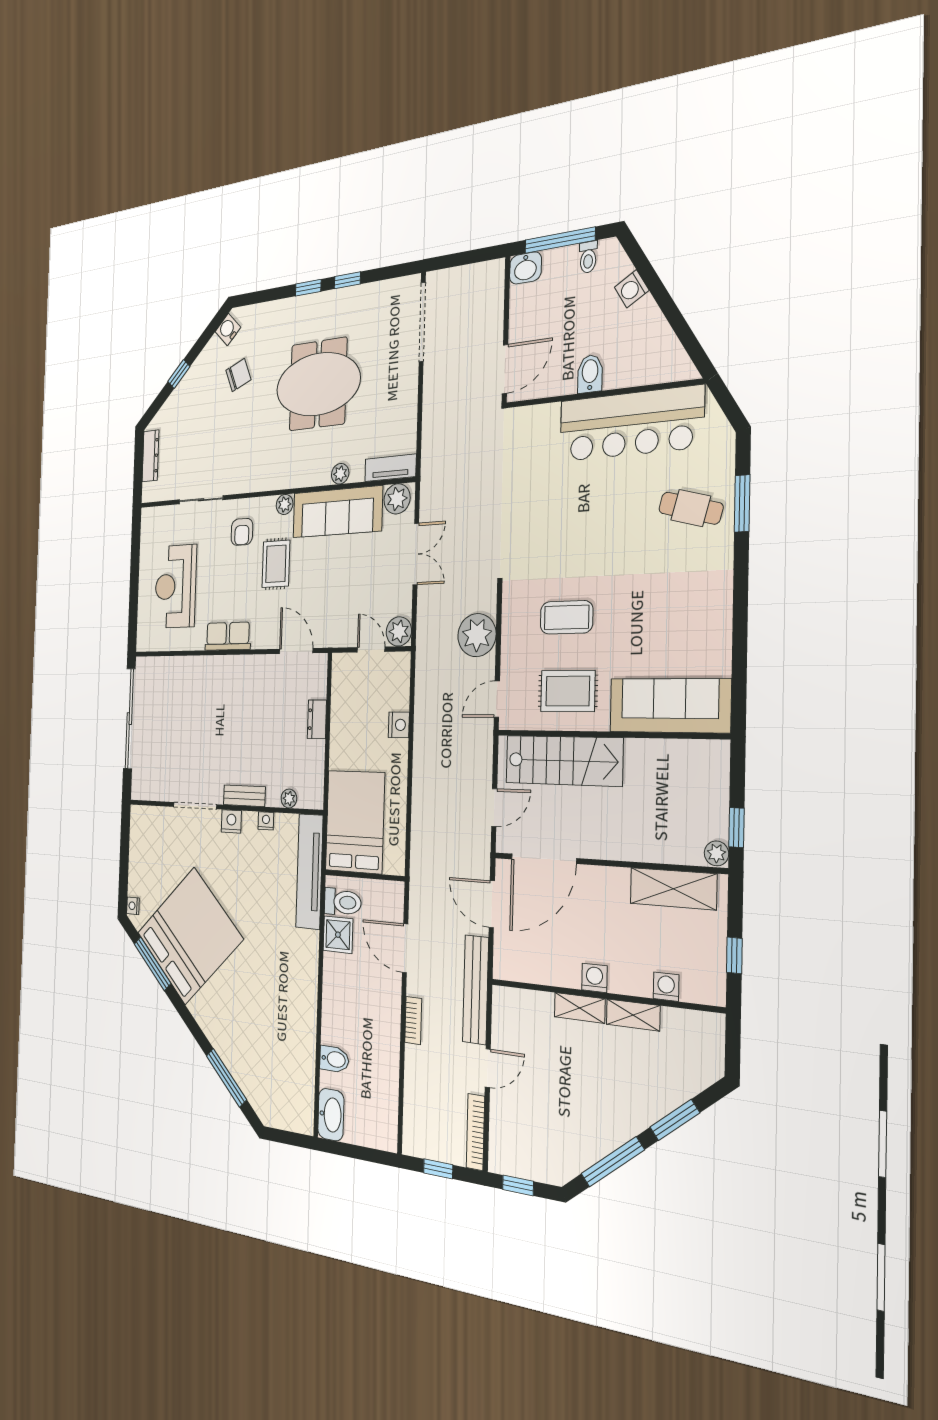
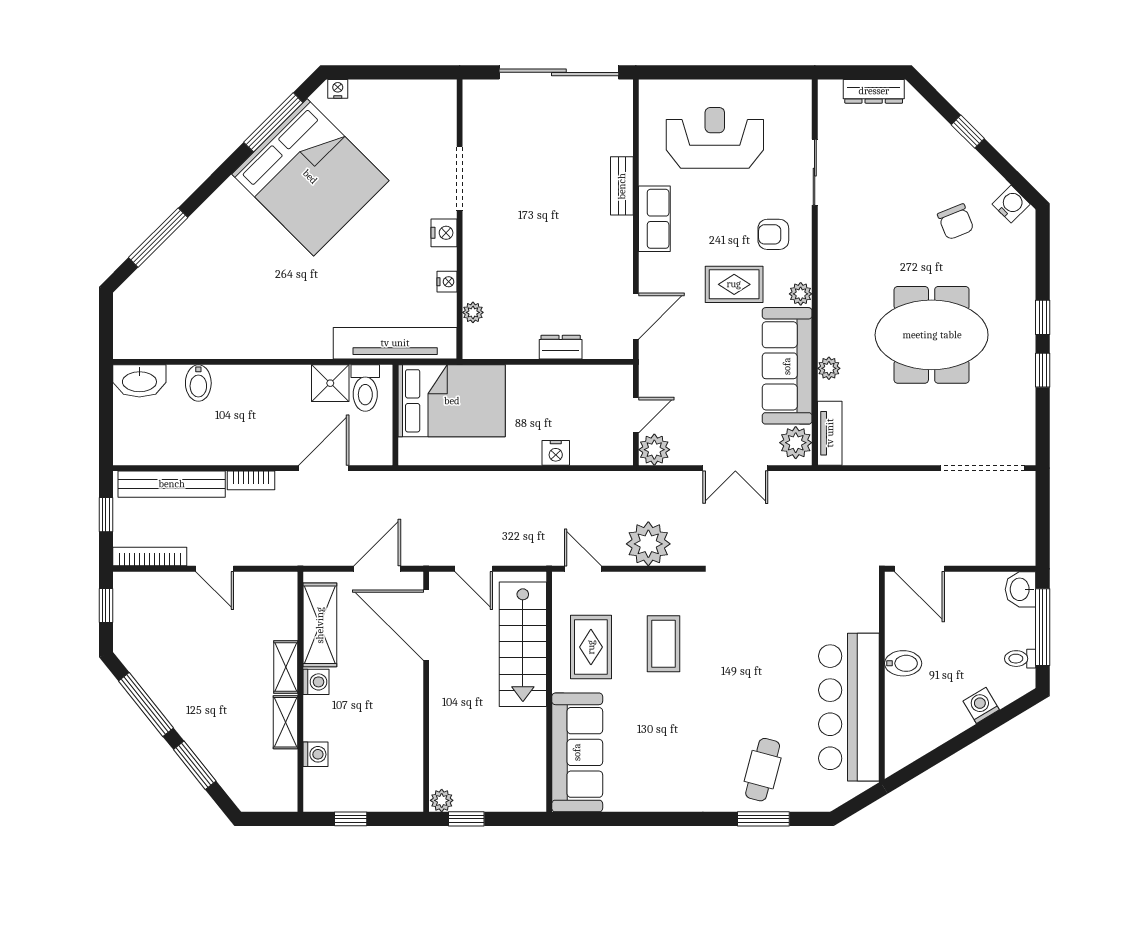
meeting table: (318, 384) -> (932, 335), turned 90
bench: (244, 796) -> (622, 186), moved
shelving: (673, 889) -> (320, 625), moved
bench: (476, 990) -> (172, 484), moved

